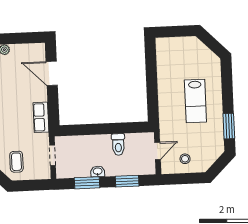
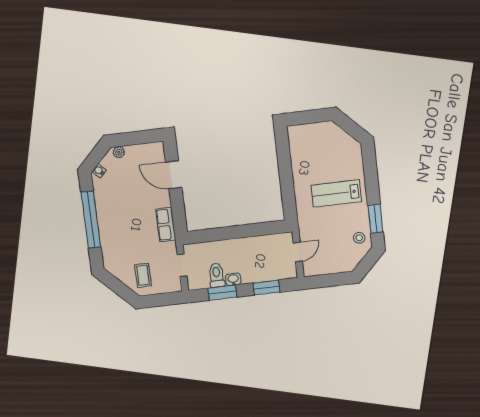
lab bench: (195, 101) -> (336, 193), turned 90
toilet: (118, 145) -> (217, 275), moved, turned 180
stool: (185, 159) -> (359, 238), moved

